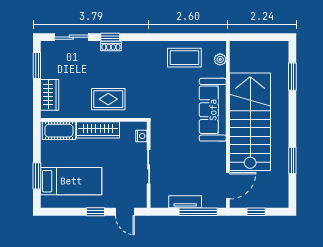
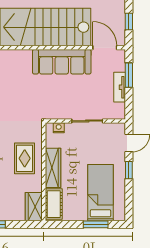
wardrobe: (50, 95) -> (34, 207), moved, turned -90
sofa: (213, 110) -> (62, 62), moved
window: (198, 212) -> (129, 75), width x0.69

